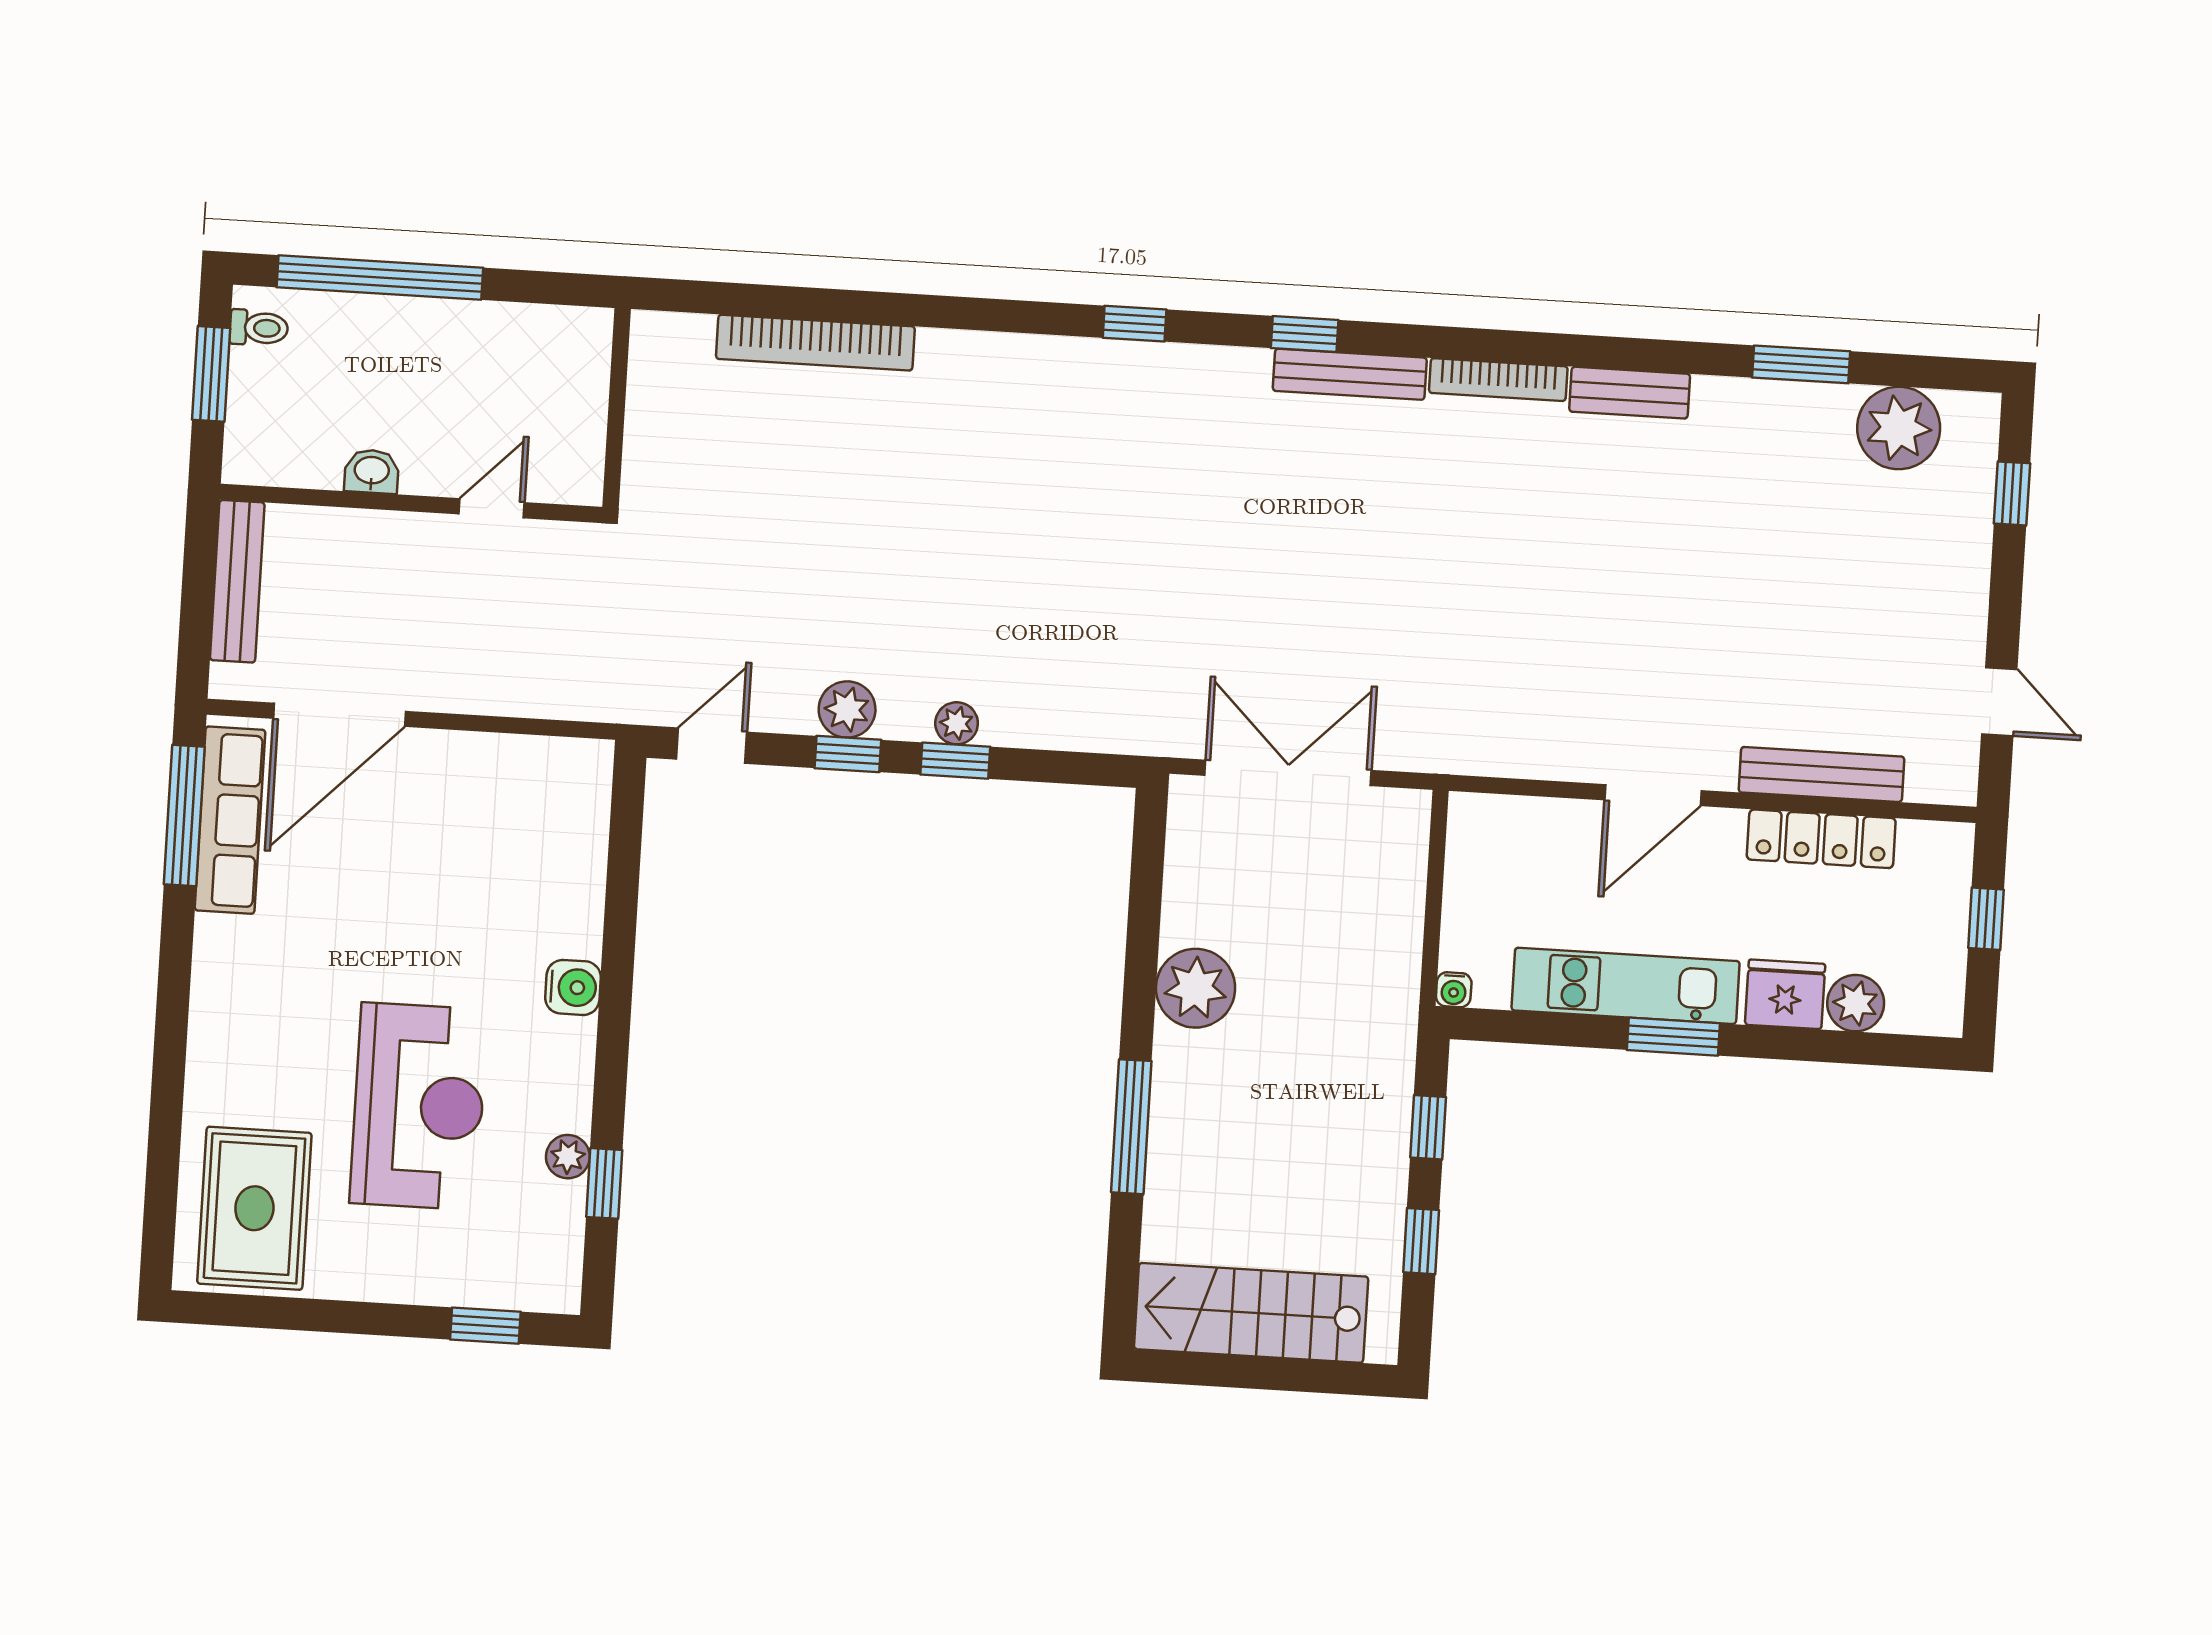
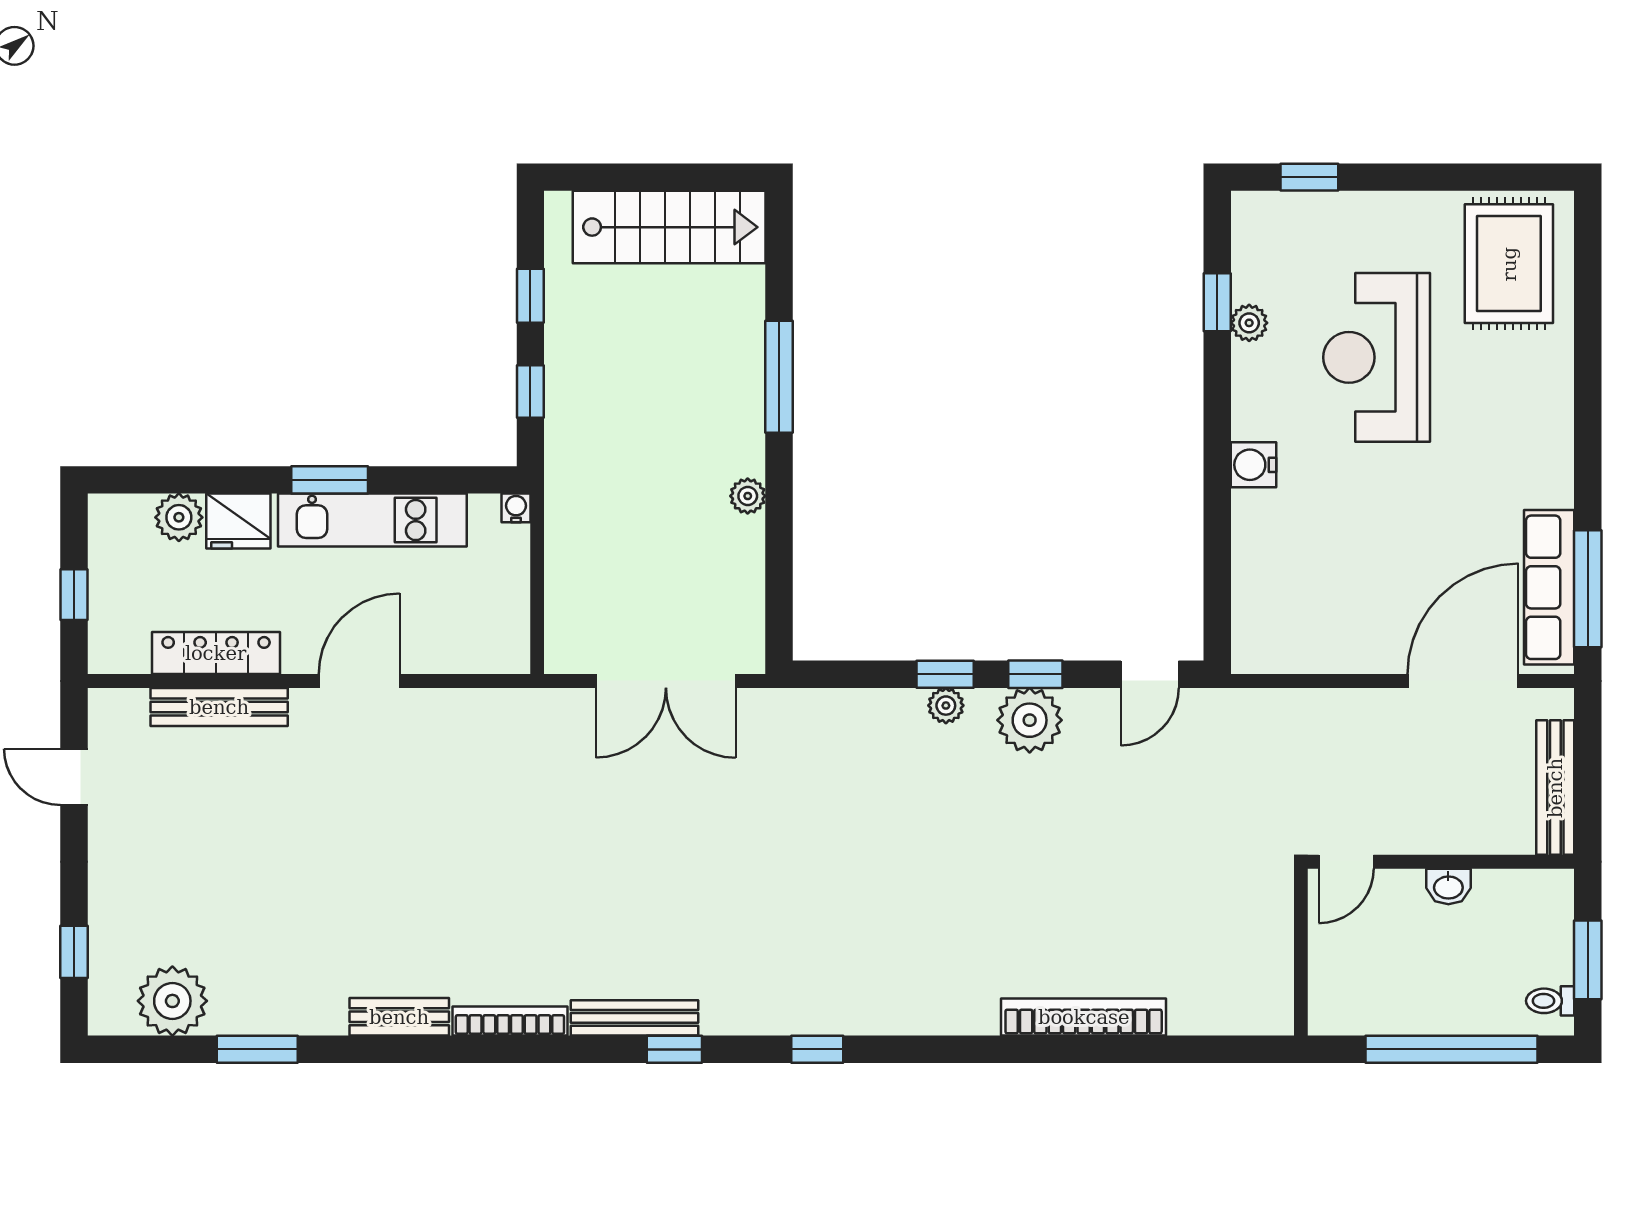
wall: (617, 408) -> (1301, 952), moved
plant: (847, 709) -> (1030, 720), width x1.36, depth x1.36
plant: (1196, 988) -> (748, 496), width x0.53, depth x0.53

